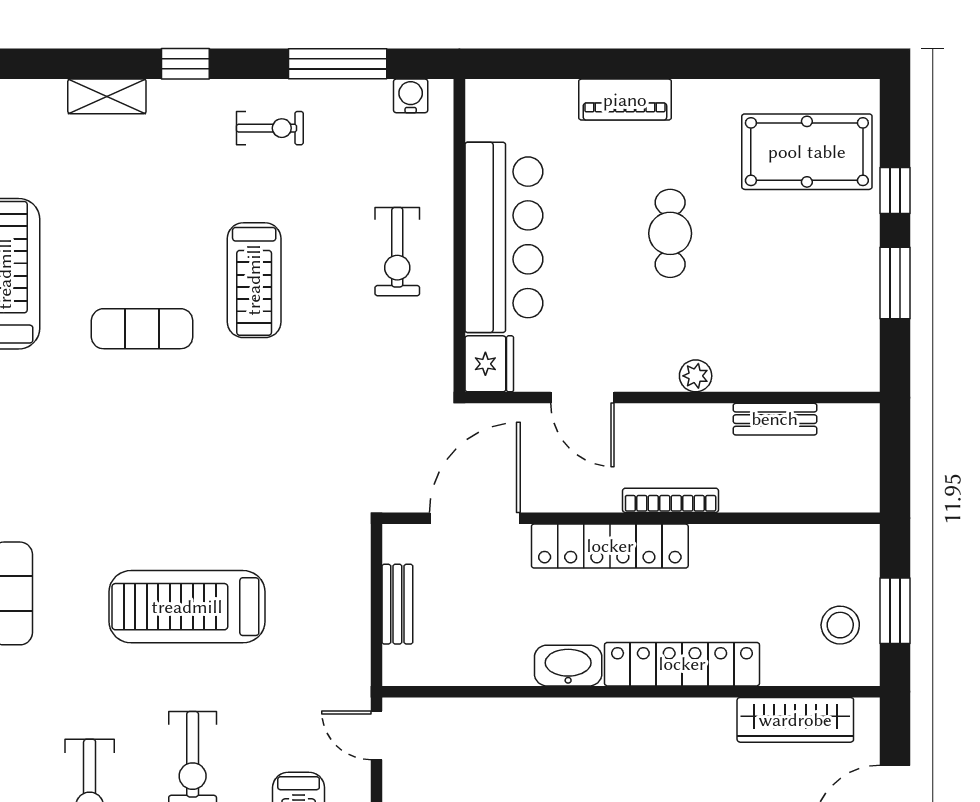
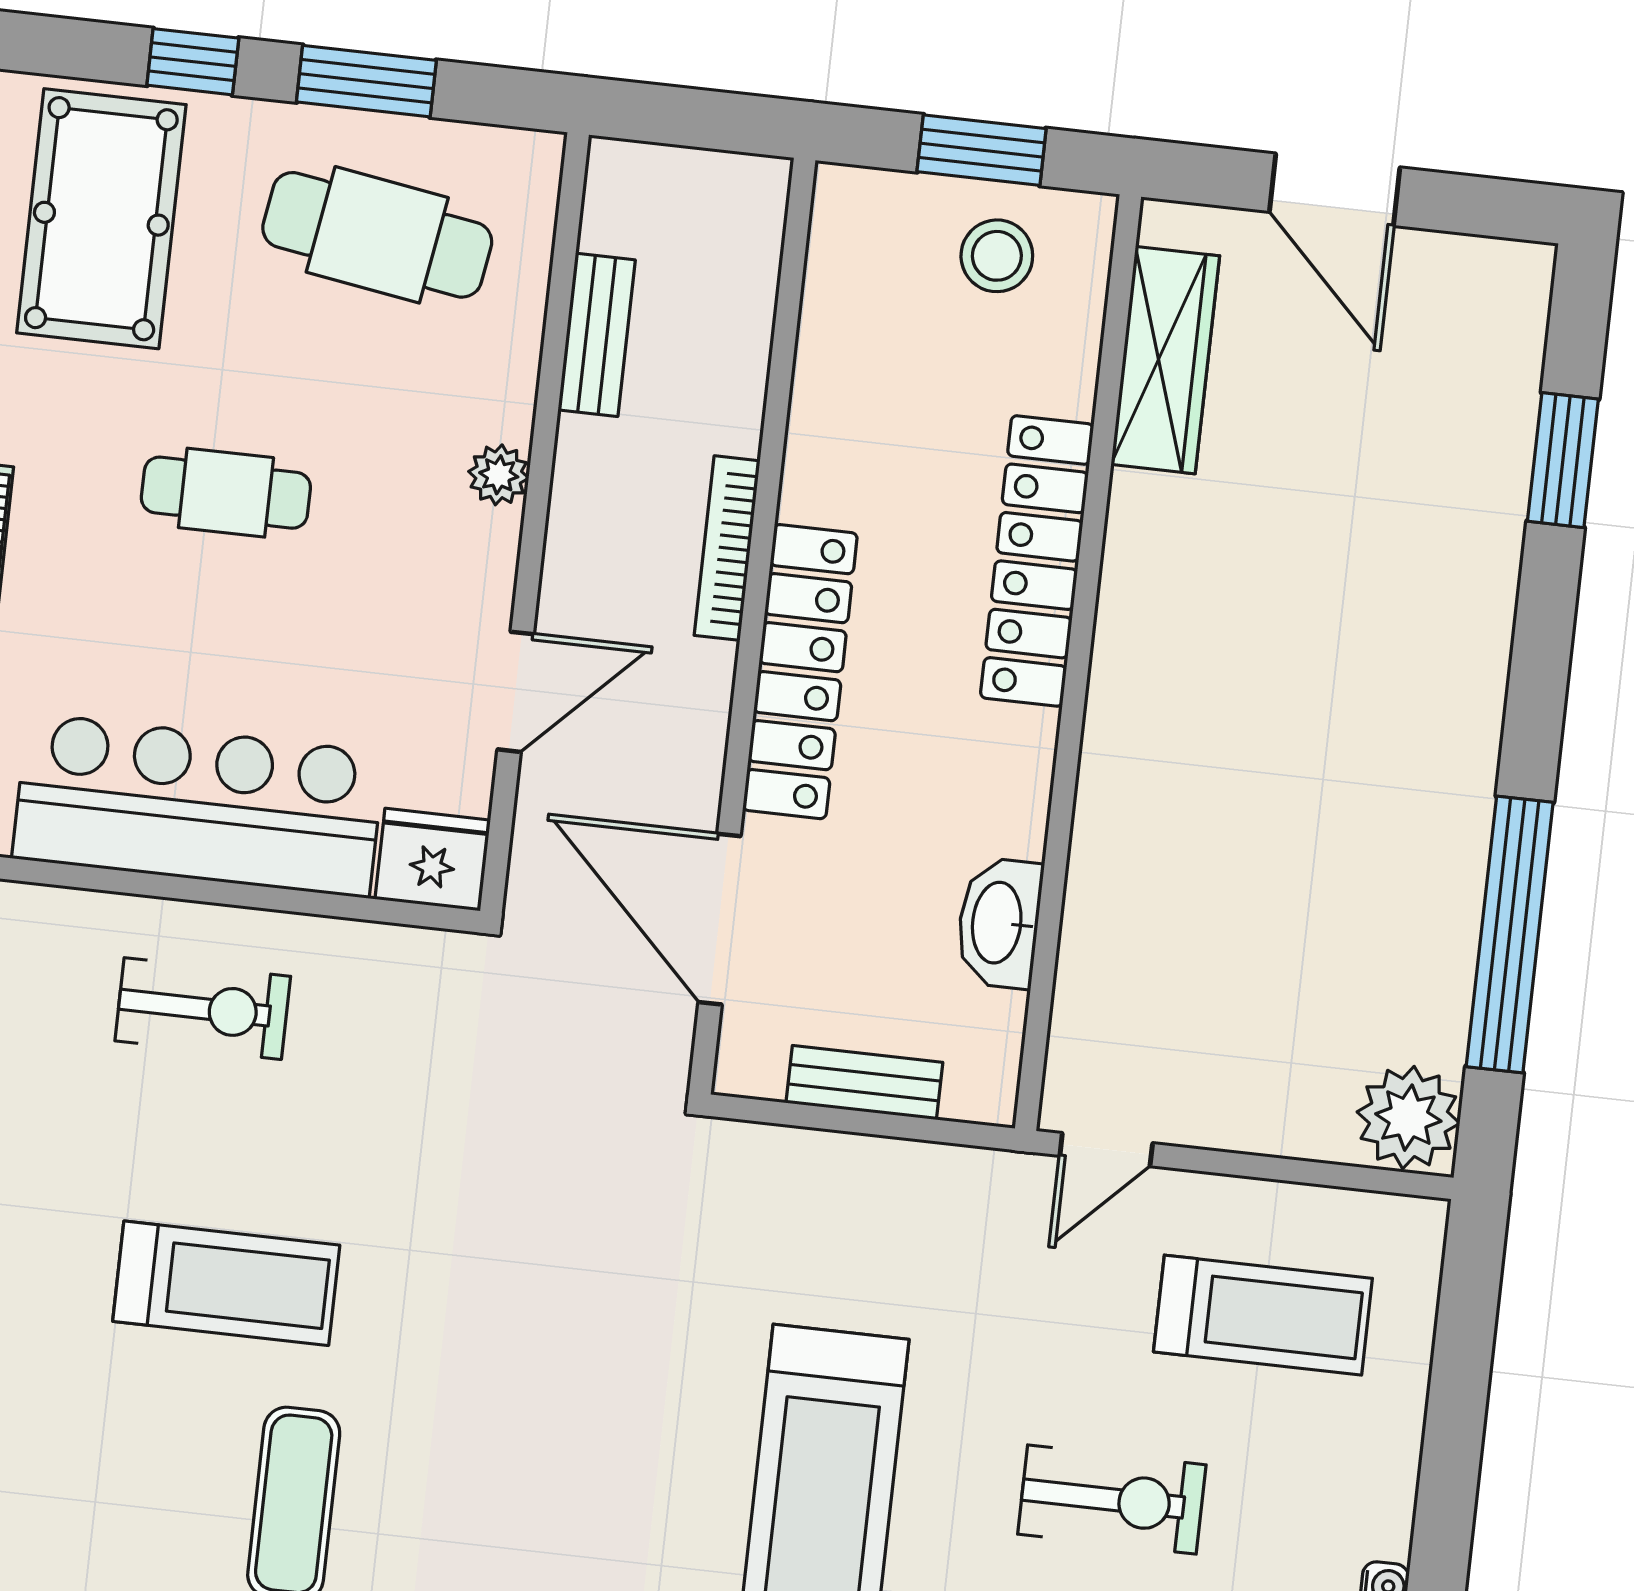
cafe table: (815, 298) -> (377, 235), added
washbasin: (568, 666) -> (999, 923), moved

